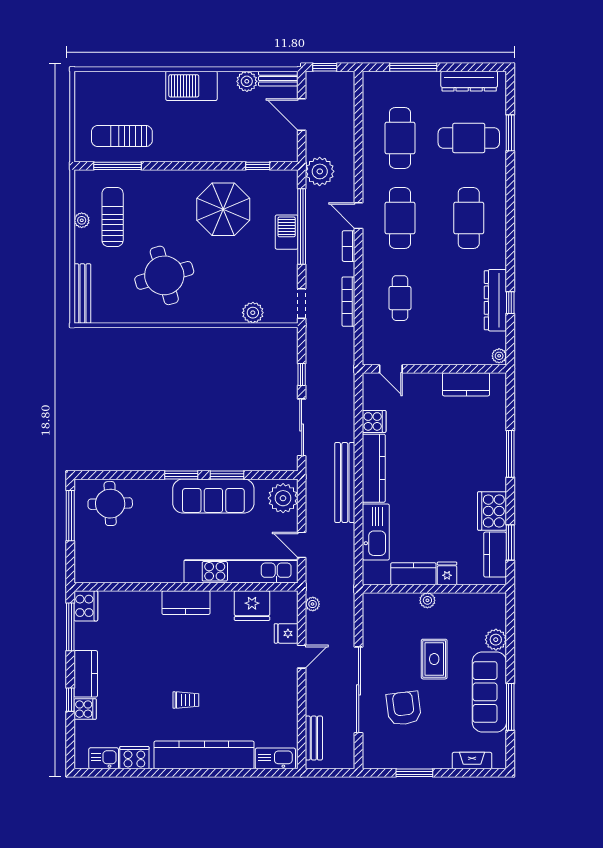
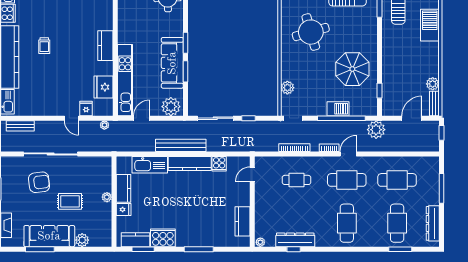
barbecue: (191, 86) -> (430, 25), moved
cafe table: (469, 218) -> (347, 223), turned 90

